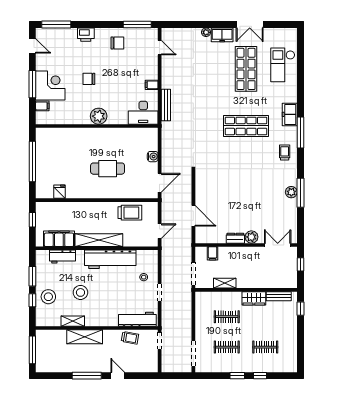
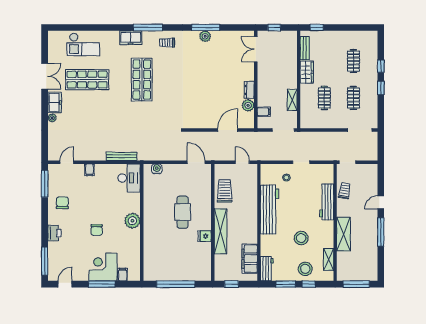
filing cabinet: (152, 85) -> (89, 170), moved
water cooler: (153, 157) -> (157, 169), moved
fridge: (59, 192) -> (205, 236), moved
plant: (251, 237) -> (248, 105), moved
shelving: (99, 240) -> (221, 231), moved
workbench: (63, 257) -> (267, 269), moved
workbench: (137, 319) -> (327, 202), moved
shelving: (73, 321) -> (329, 260), moved

